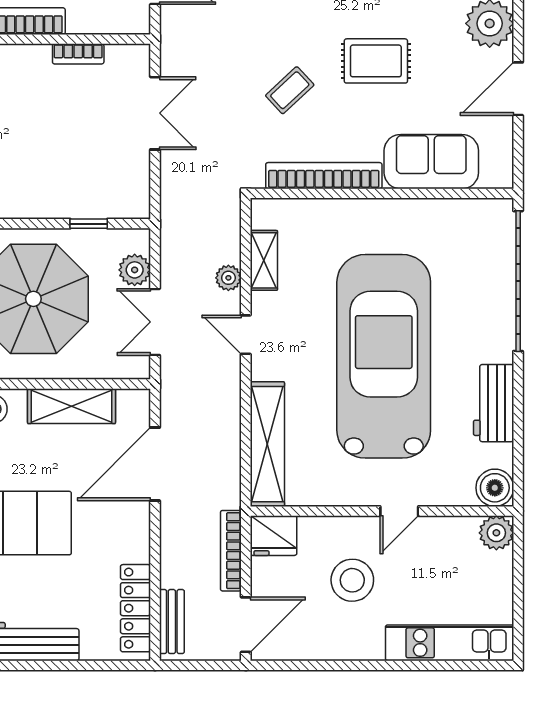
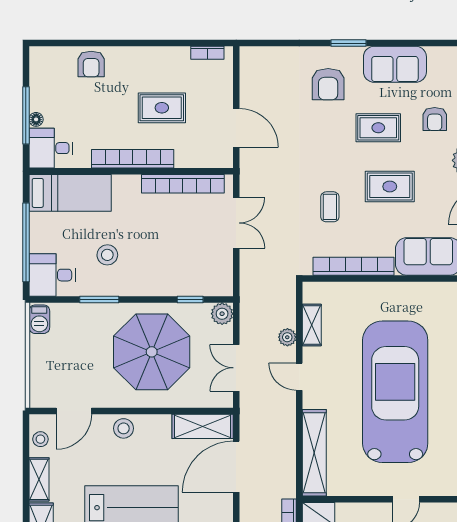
bookcase: (78, 54) -> (183, 184), width x2.31, depth x1.31
coffee table: (290, 90) -> (330, 207), turned -47
plant: (135, 270) -> (222, 314), moved
shelving: (72, 406) -> (203, 426), moved

